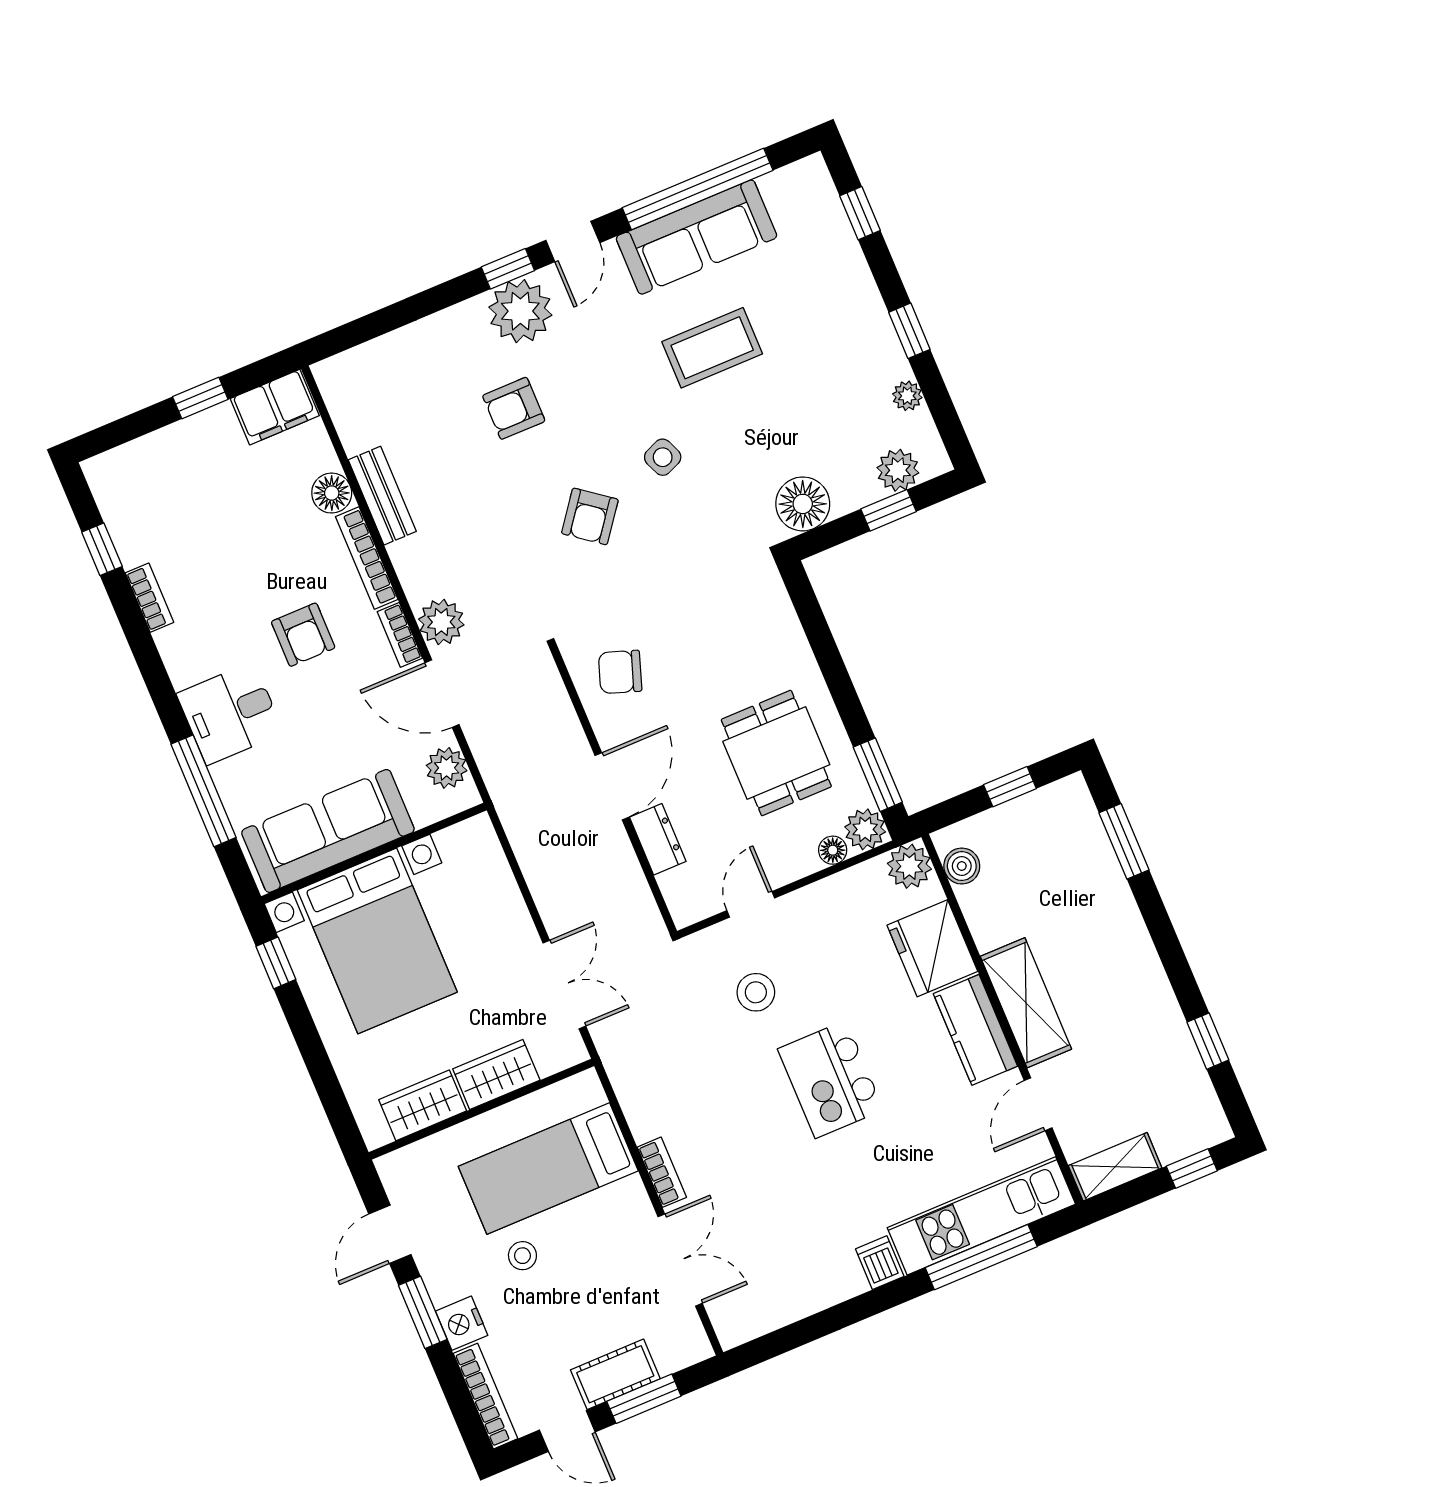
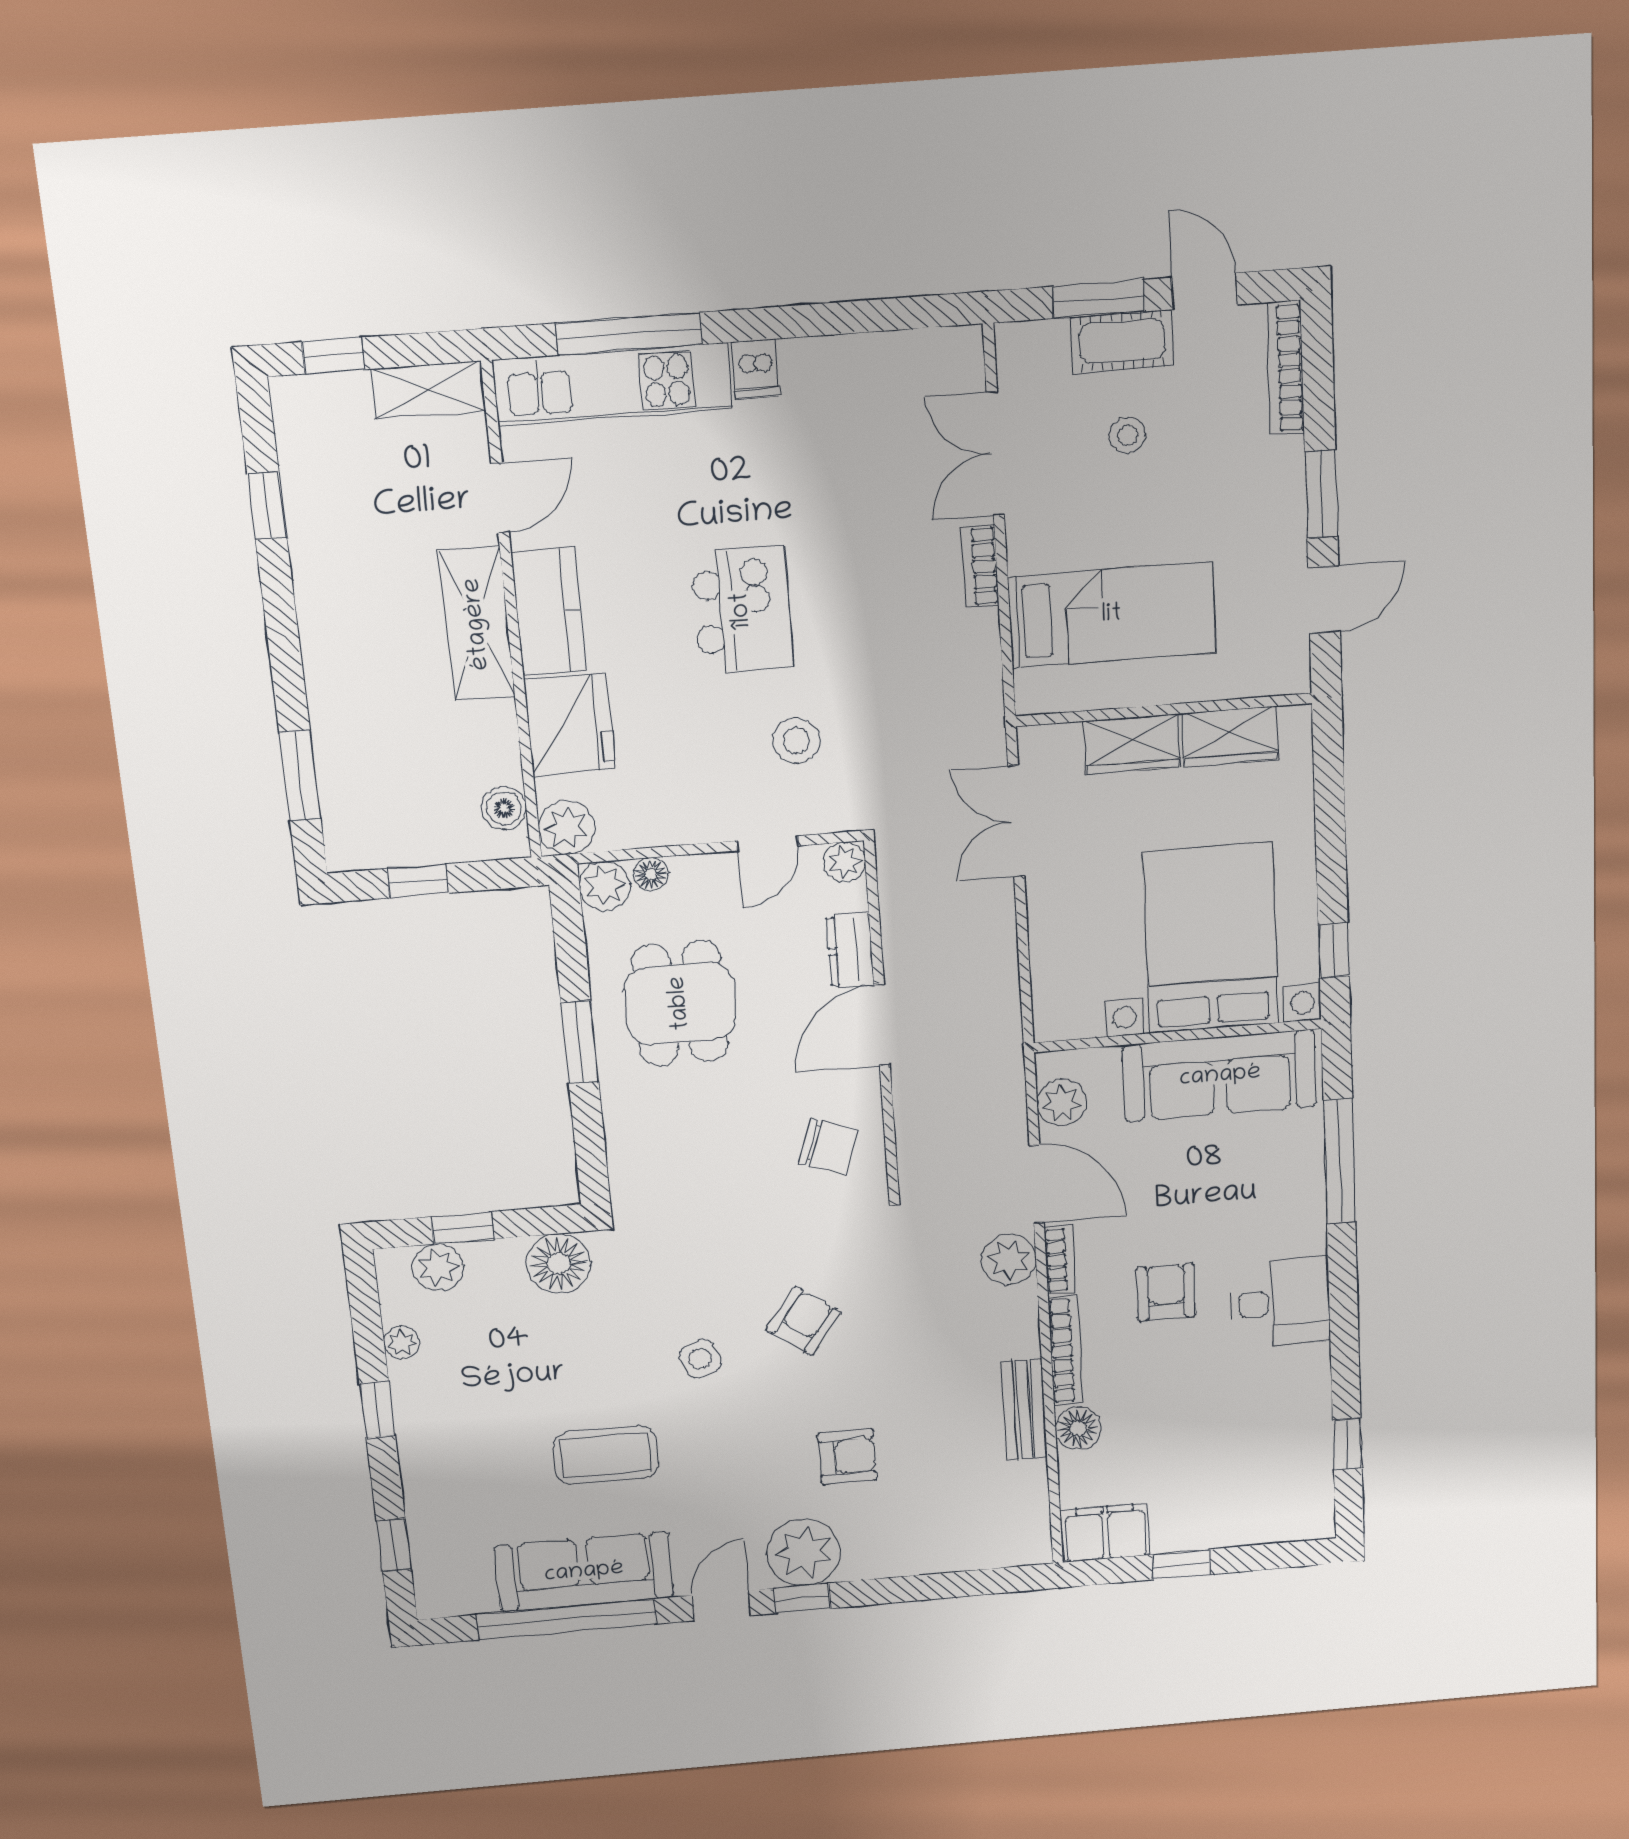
bookcase: (149, 598) -> (1317, 1380), removed
desk: (230, 713) -> (1280, 1302), moved
window: (878, 775) -> (580, 1042), moved
plant: (686, 909) -> (845, 862), added
stool: (522, 1256) -> (1127, 435), moved
nightstand: (462, 1323) -> (1281, 466), removed

